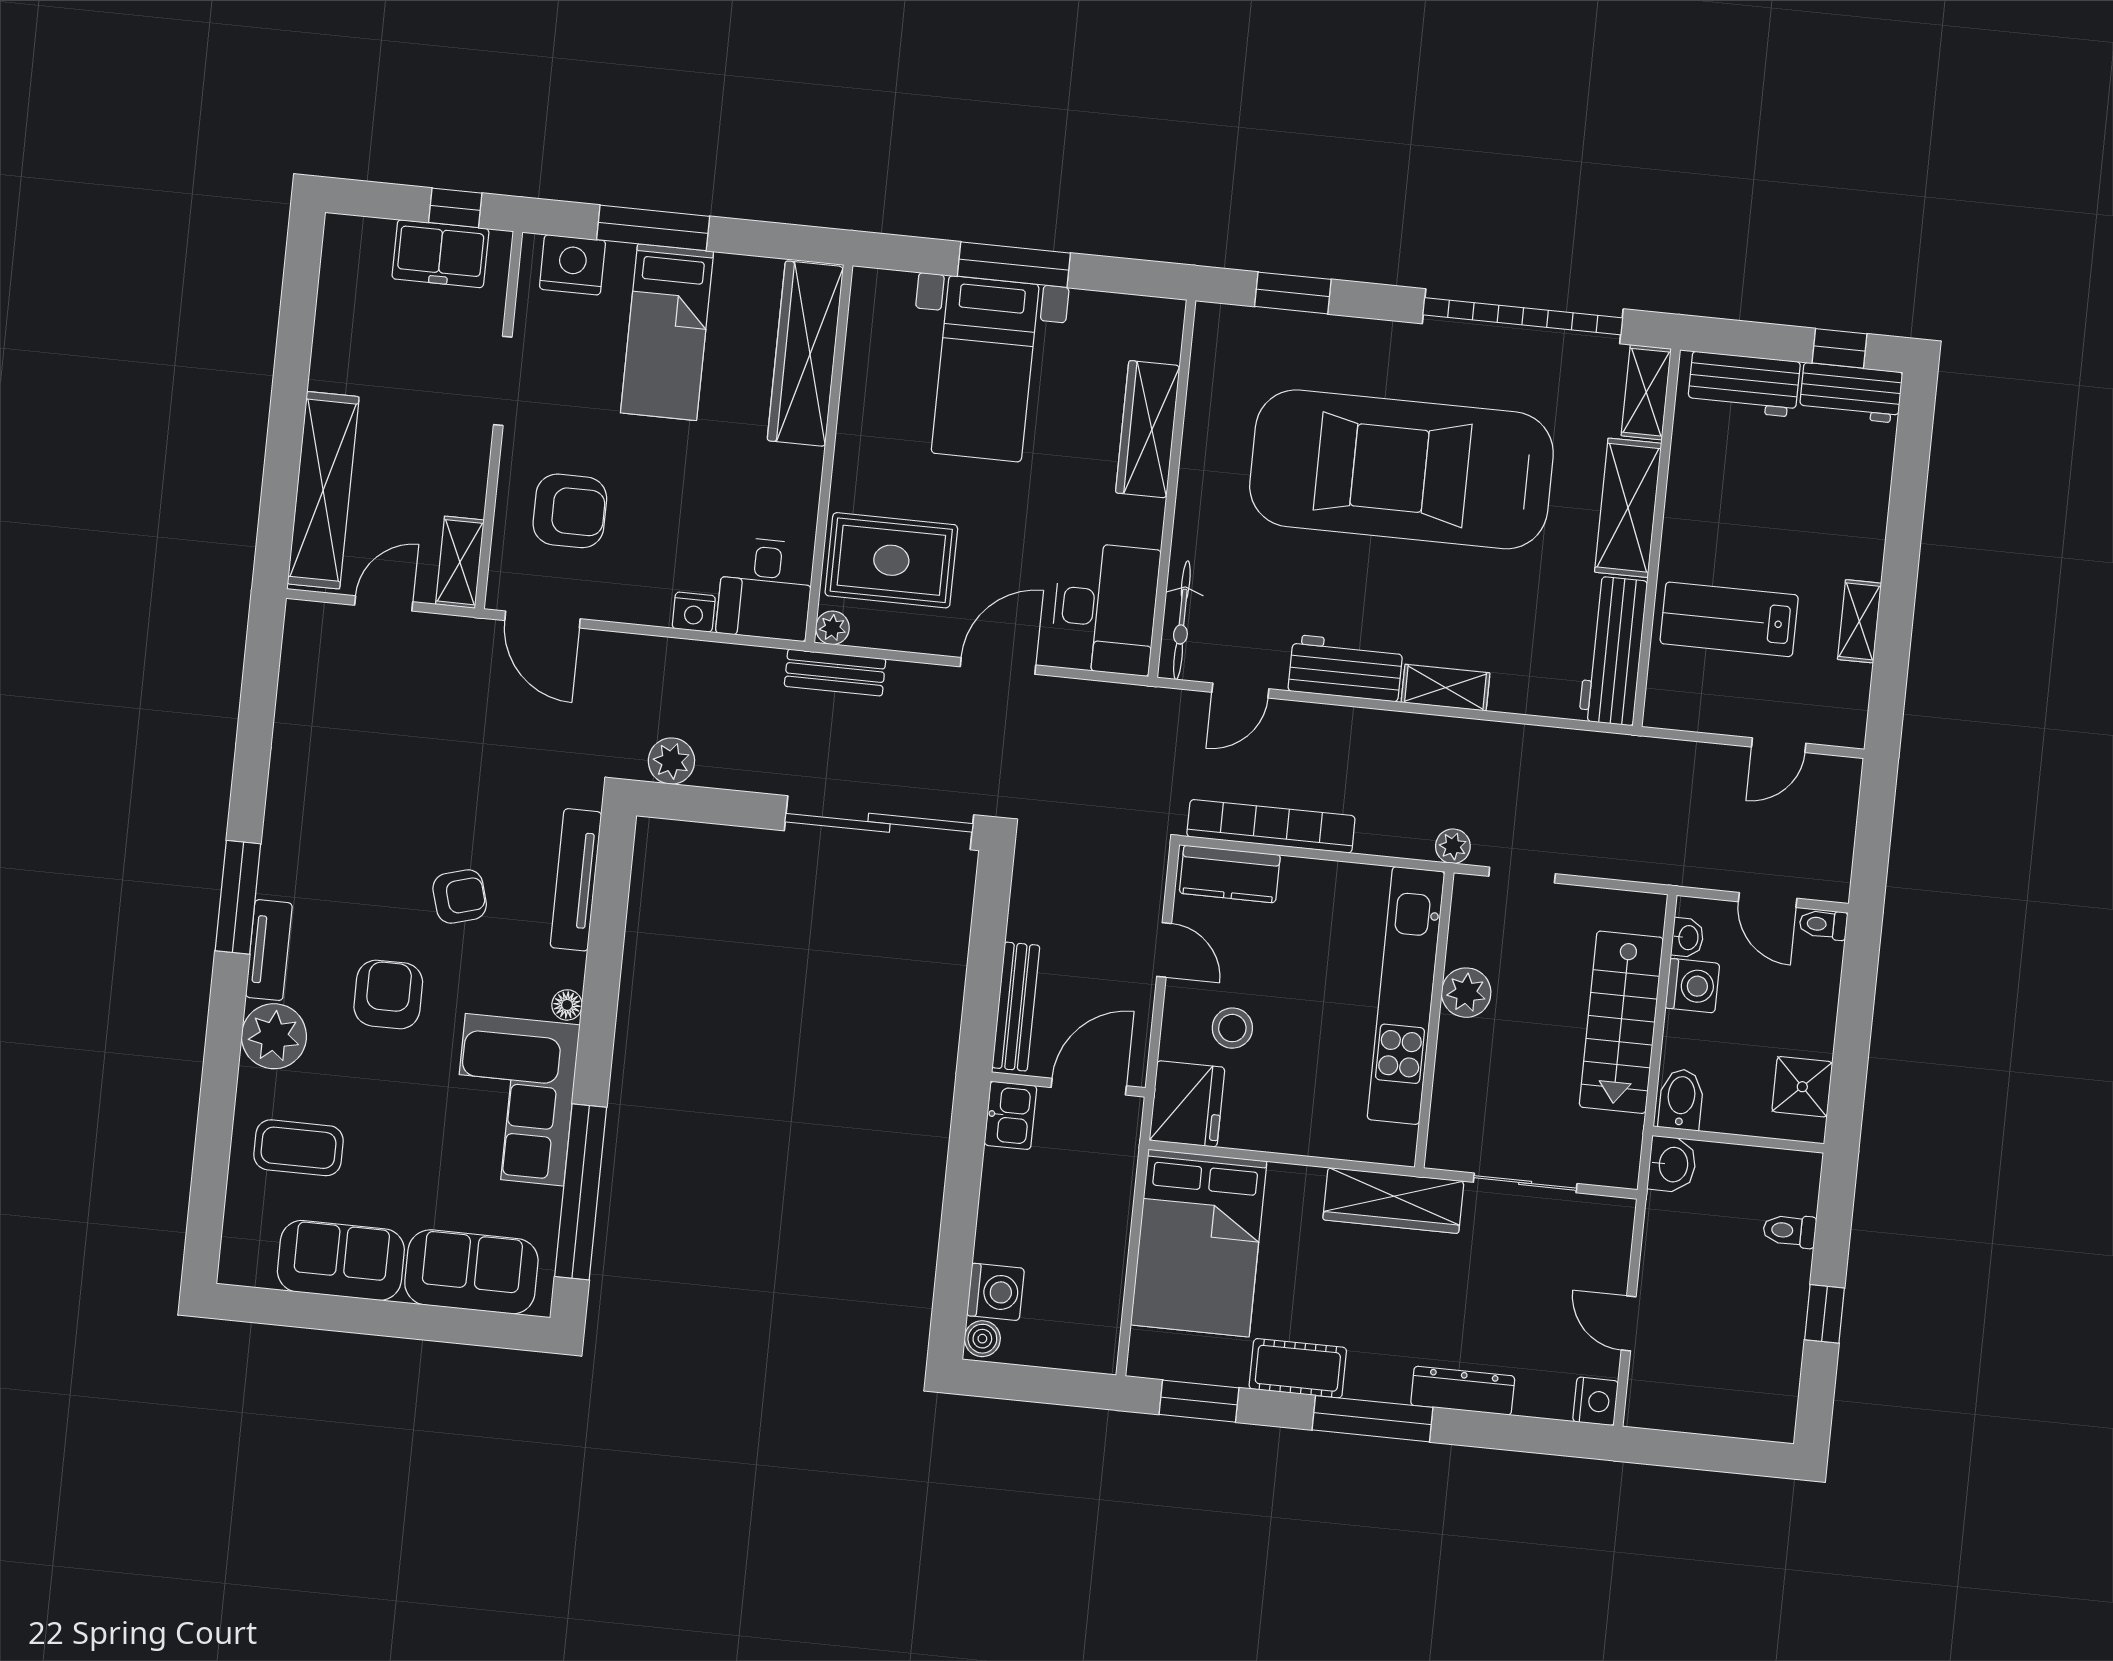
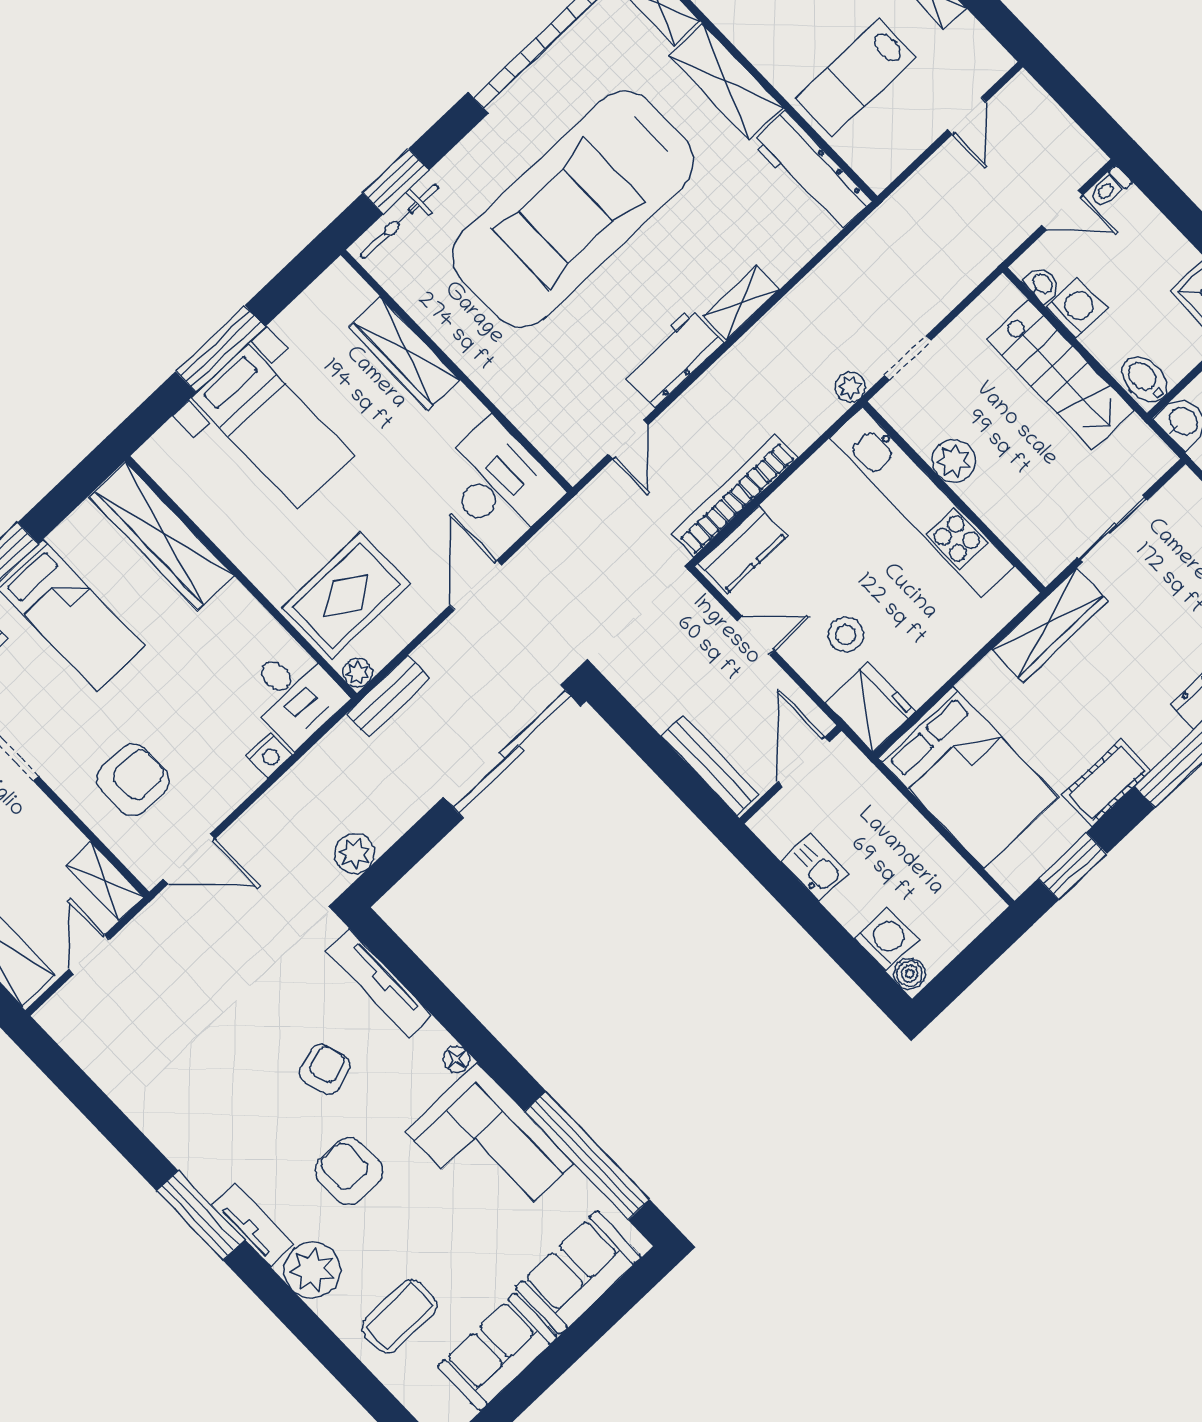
bicycle: (1182, 620) -> (399, 221), moved, turned 90
kitchen sink: (1010, 1115) -> (815, 867), moved

